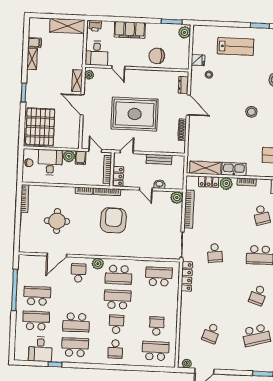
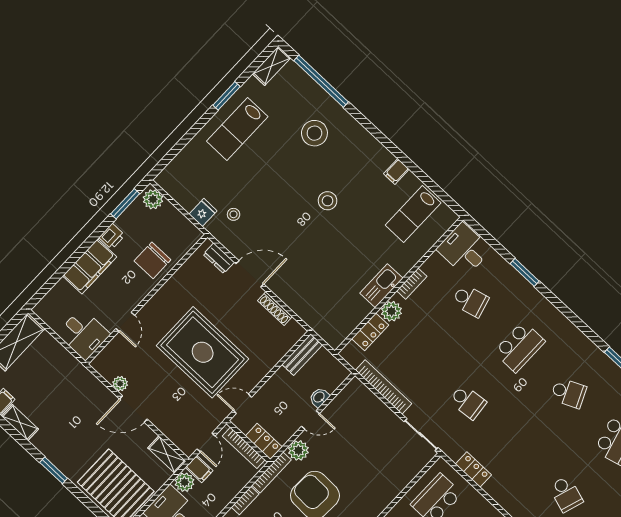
printer: (95, 26) -> (112, 236), moved
lab bench: (236, 46) -> (237, 129), moved, turned 180
door: (118, 67) -> (125, 322), hinge flipped
plant: (89, 75) -> (120, 384), moved
shelving: (77, 81) -> (167, 454), moved
rug: (135, 114) -> (203, 352), turned 90
door: (95, 151) -> (206, 442), swing flipped
door: (127, 152) -> (242, 404), hinge flipped
bench: (159, 159) -> (302, 355), moved
shelving: (205, 168) -> (349, 321), removed
plant: (177, 198) -> (298, 450), moved
locker: (187, 276) -> (473, 470), width x0.66
school desk: (258, 295) -> (569, 393), turned -42

